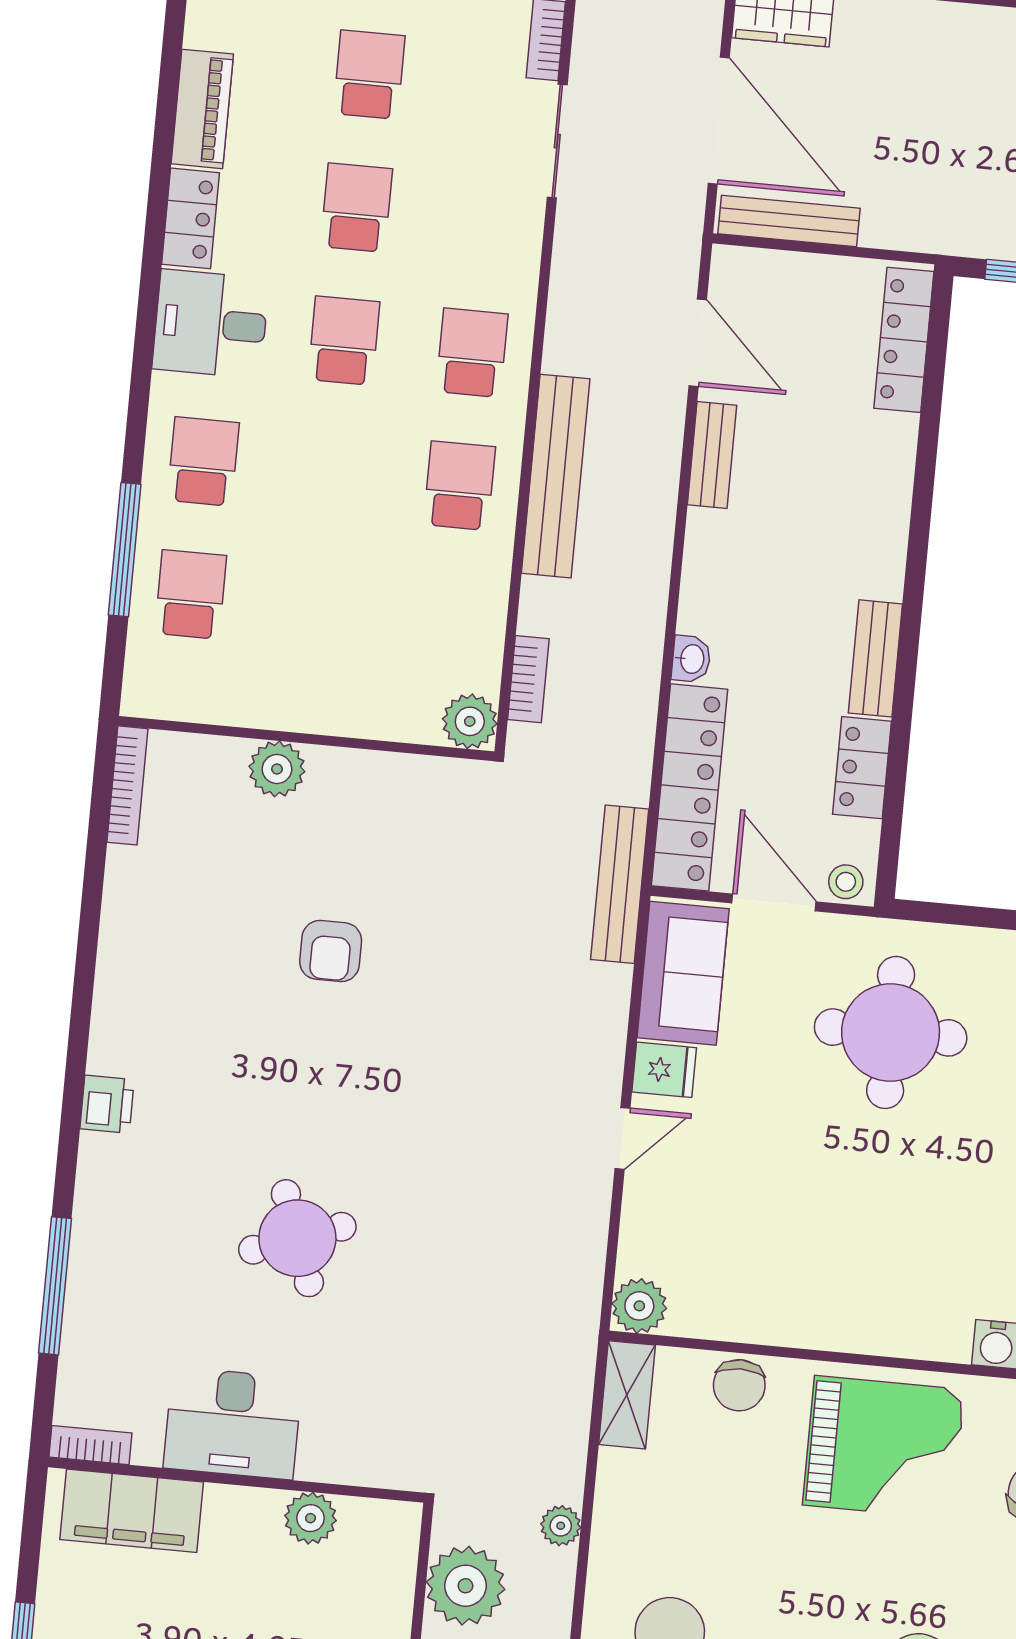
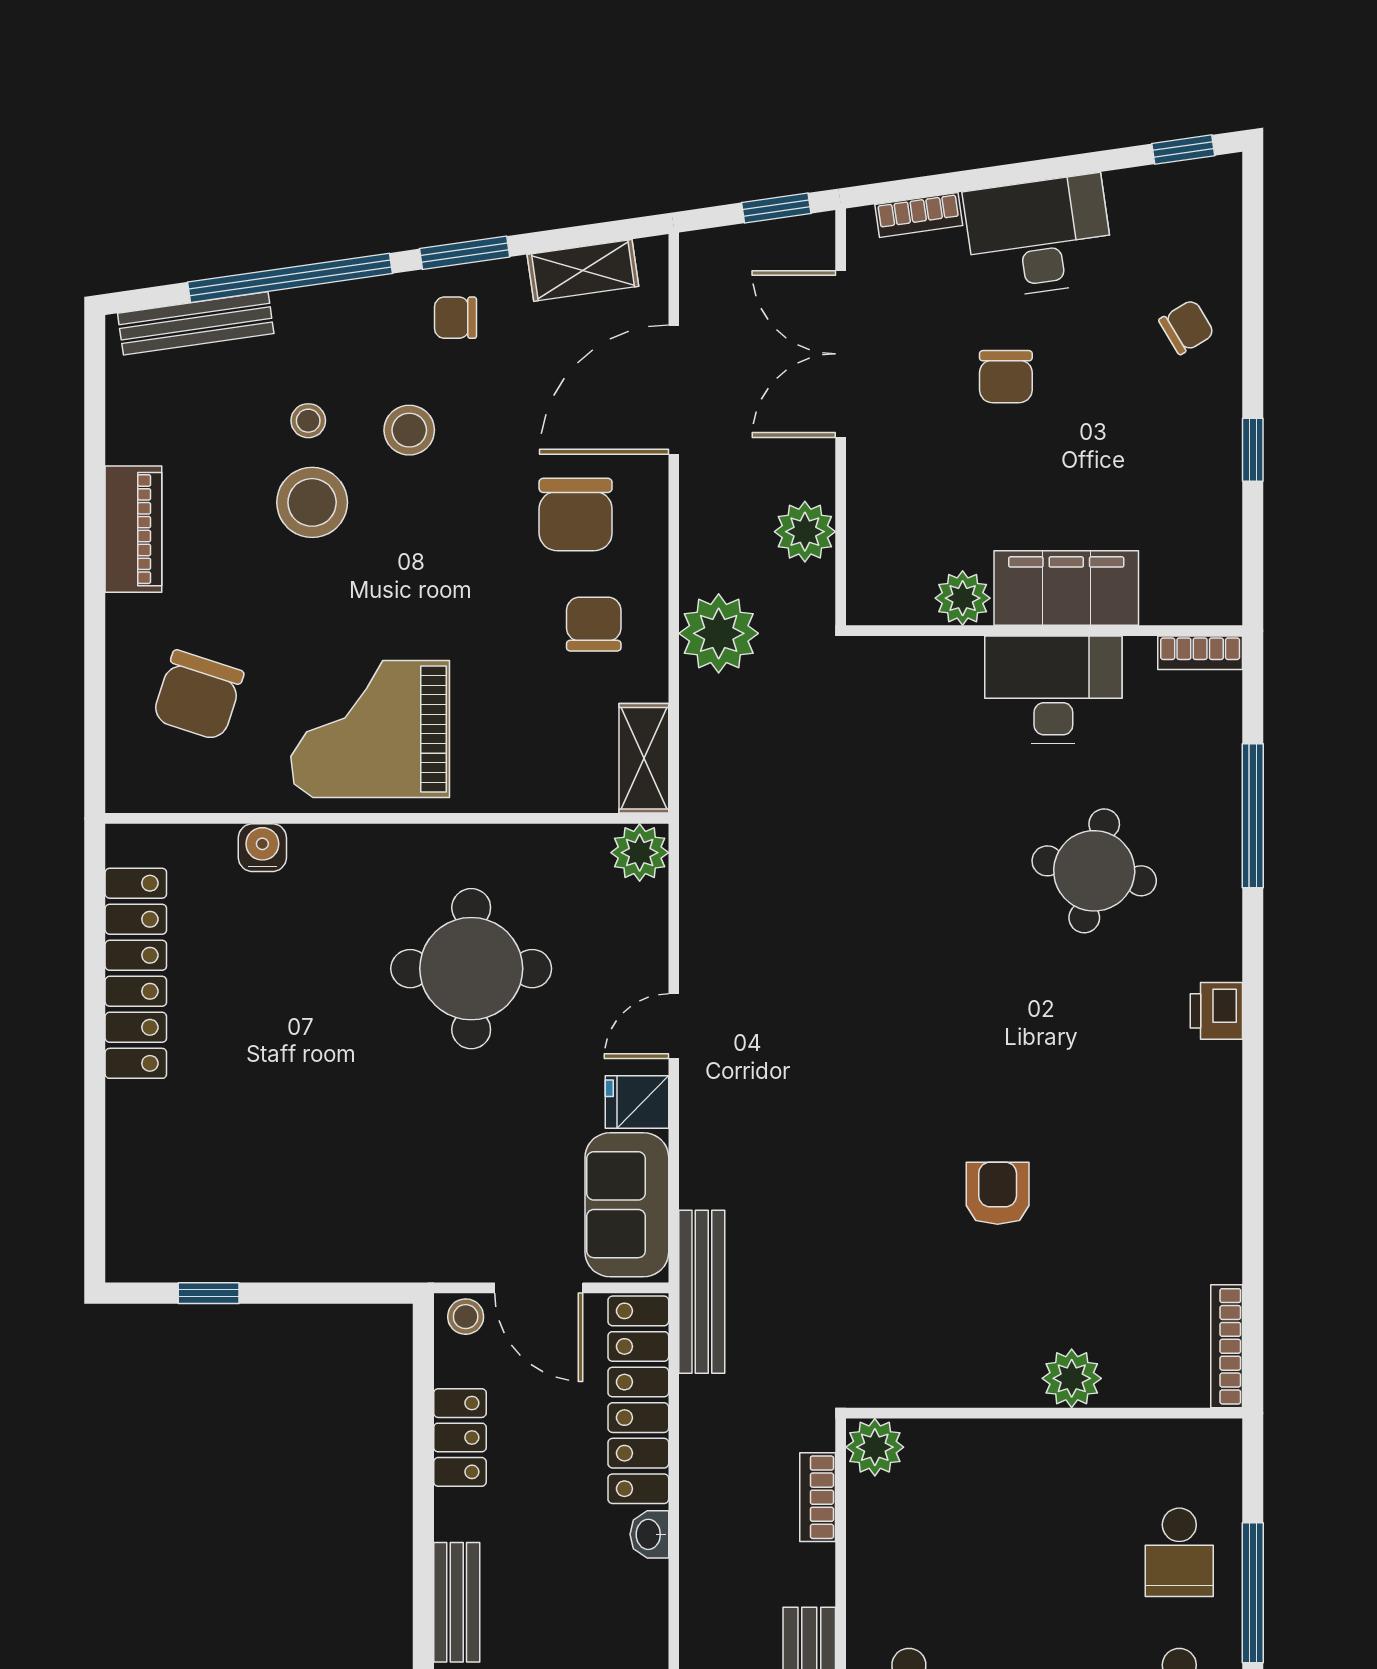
bench: (875, 658) -> (457, 1602), moved
round table: (891, 1032) -> (471, 969), moved
round table: (297, 1238) -> (1094, 871), moved, turned 32
chair: (739, 1385) -> (594, 624), moved
filing cabinet: (132, 1511) -> (1066, 588), moved
plant: (561, 1526) -> (719, 633), width x1.87, depth x1.87
plant: (465, 1586) -> (805, 532), width x0.73, depth x0.73

